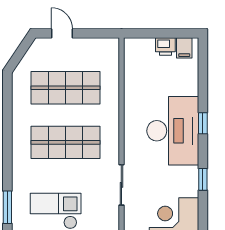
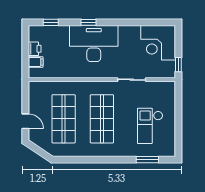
door: (62, 33) -> (25, 121), swing flipped
filing cabinet: (184, 48) -> (36, 62), moved
window: (203, 179) -> (51, 22), moved

